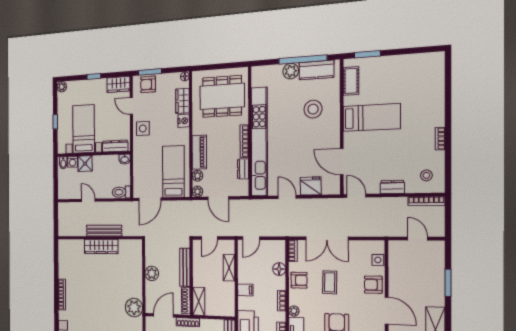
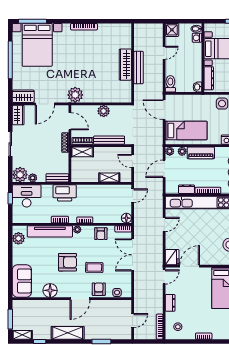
shower: (85, 164) -> (172, 30), moved
fridge: (311, 186) -> (172, 257), moved
door: (251, 238) -> (133, 196), swing flipped
floor lamp: (279, 269) -> (126, 218), moved
coffee table: (330, 282) -> (94, 267), moved
filing cabinet: (245, 290) -> (92, 191), removed

